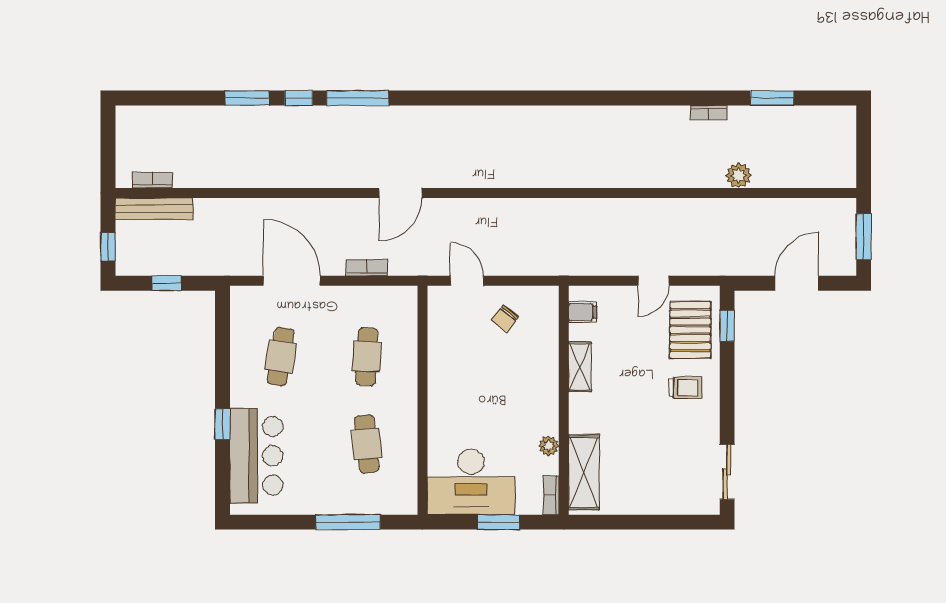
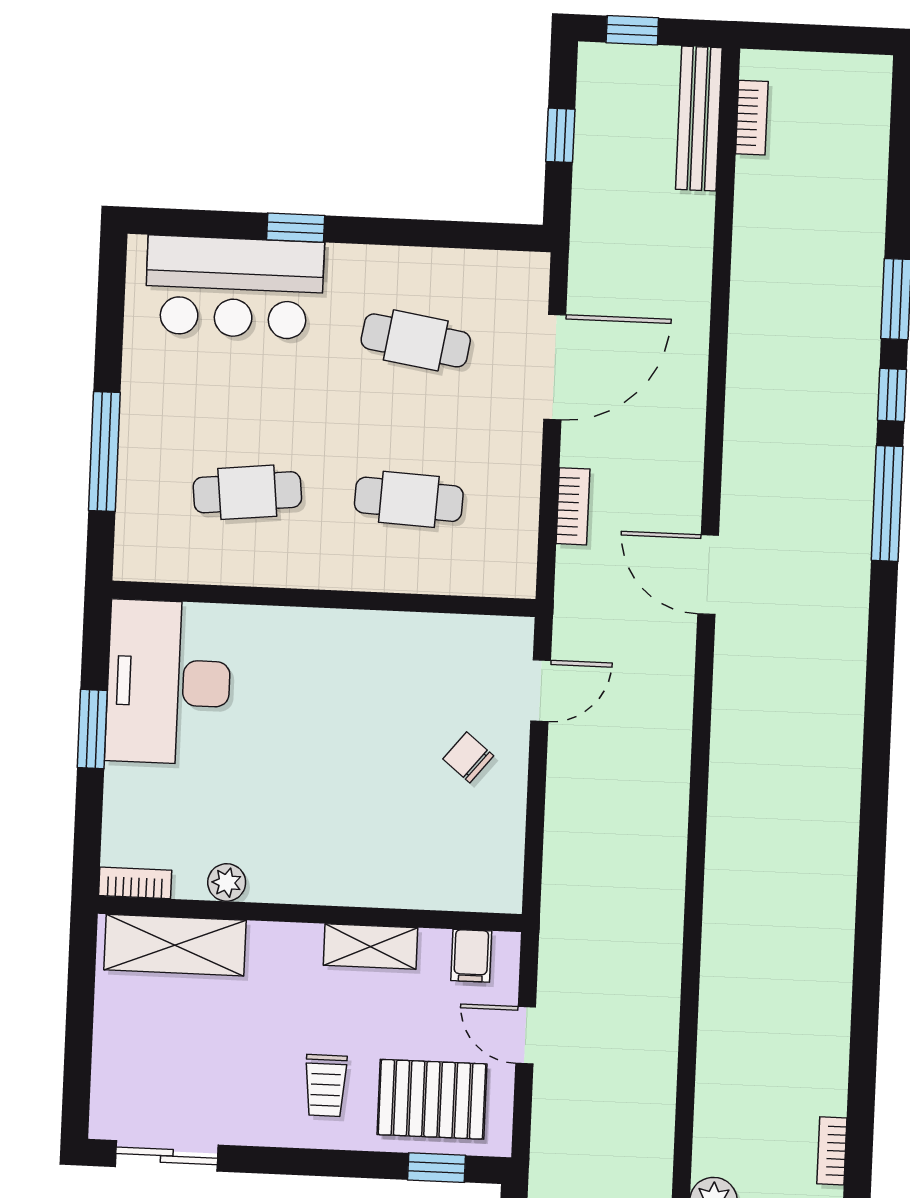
filing cabinet: (583, 312) -> (471, 956), moved
shelving: (580, 367) -> (370, 946), moved
wall: (564, 400) -> (310, 914), moved
plant: (549, 446) -> (227, 882), moved
shelving: (584, 472) -> (175, 945), moved
bookcase: (551, 495) -> (135, 883), moved

